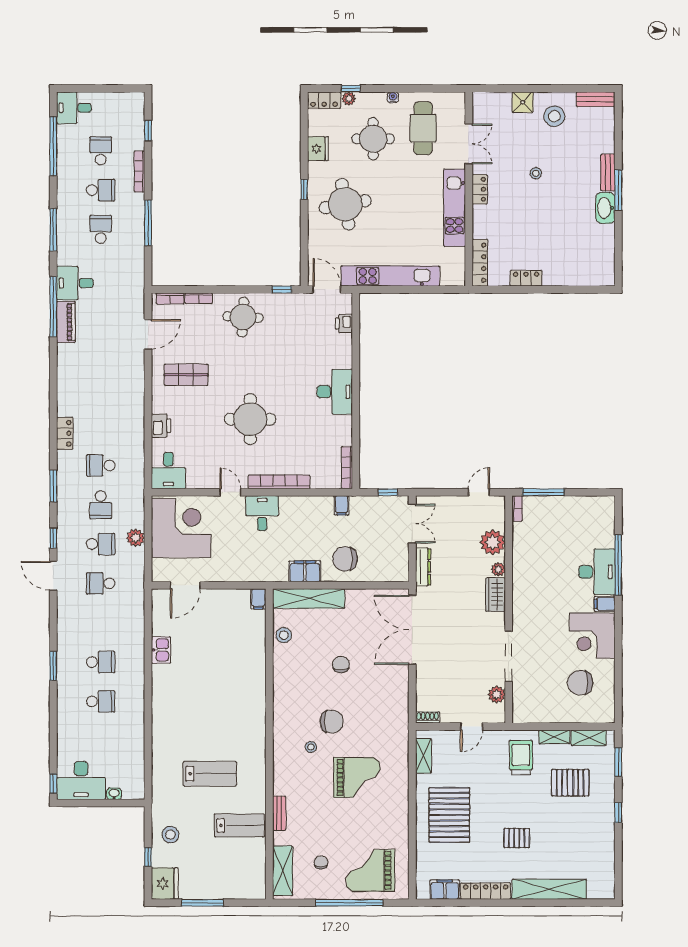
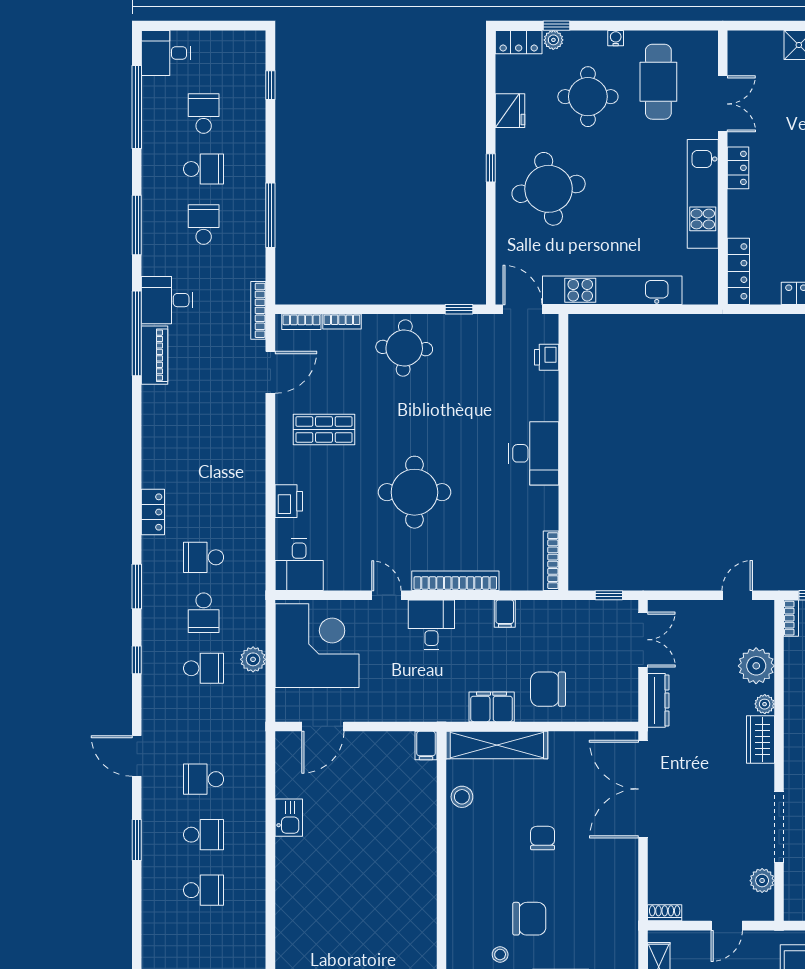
bookcase: (139, 171) -> (258, 310), moved
filing cabinet: (342, 505) -> (505, 614), moved
door: (53, 576) -> (137, 756), moved
school desk: (101, 583) -> (204, 779), moved

